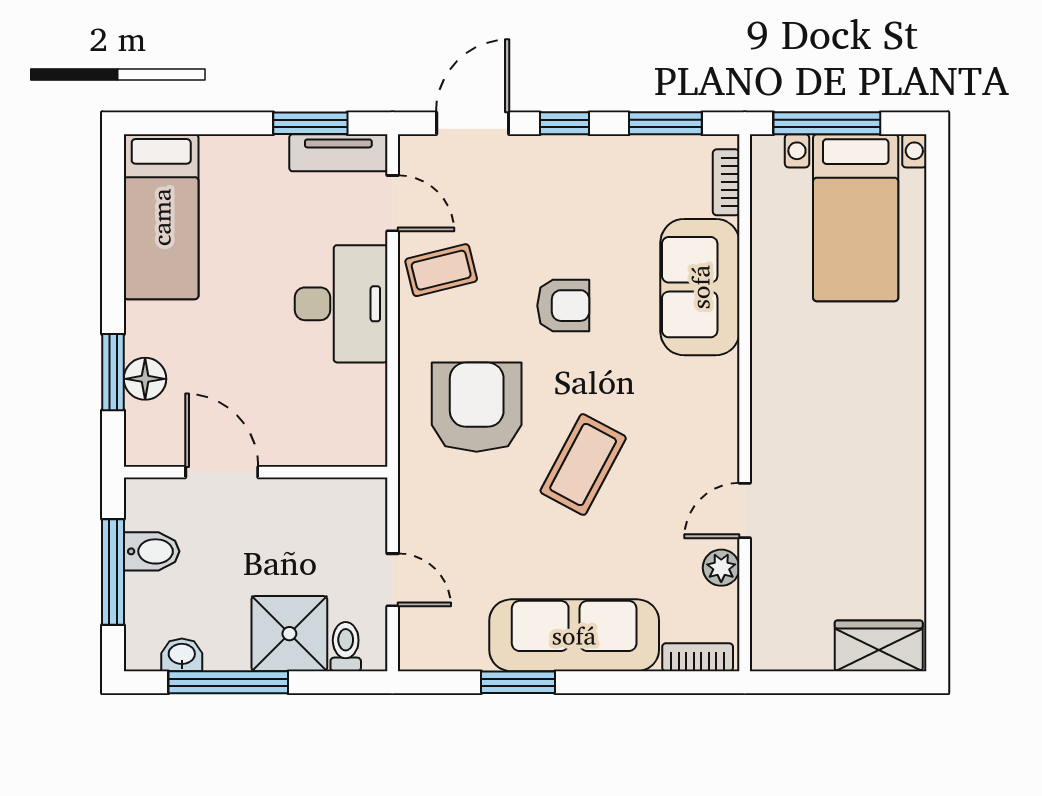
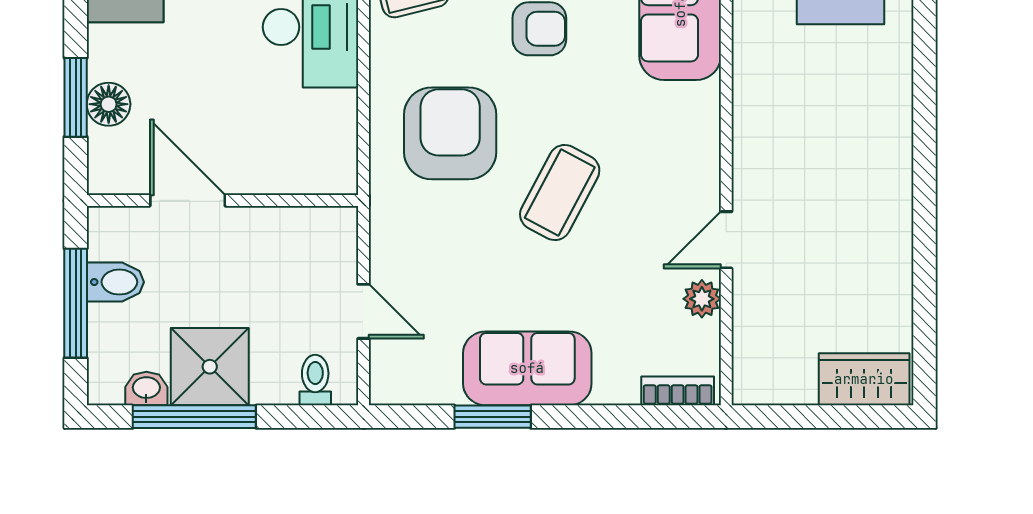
shower: (289, 634) -> (210, 367), moved
sofa: (574, 635) -> (527, 368), width x0.73

